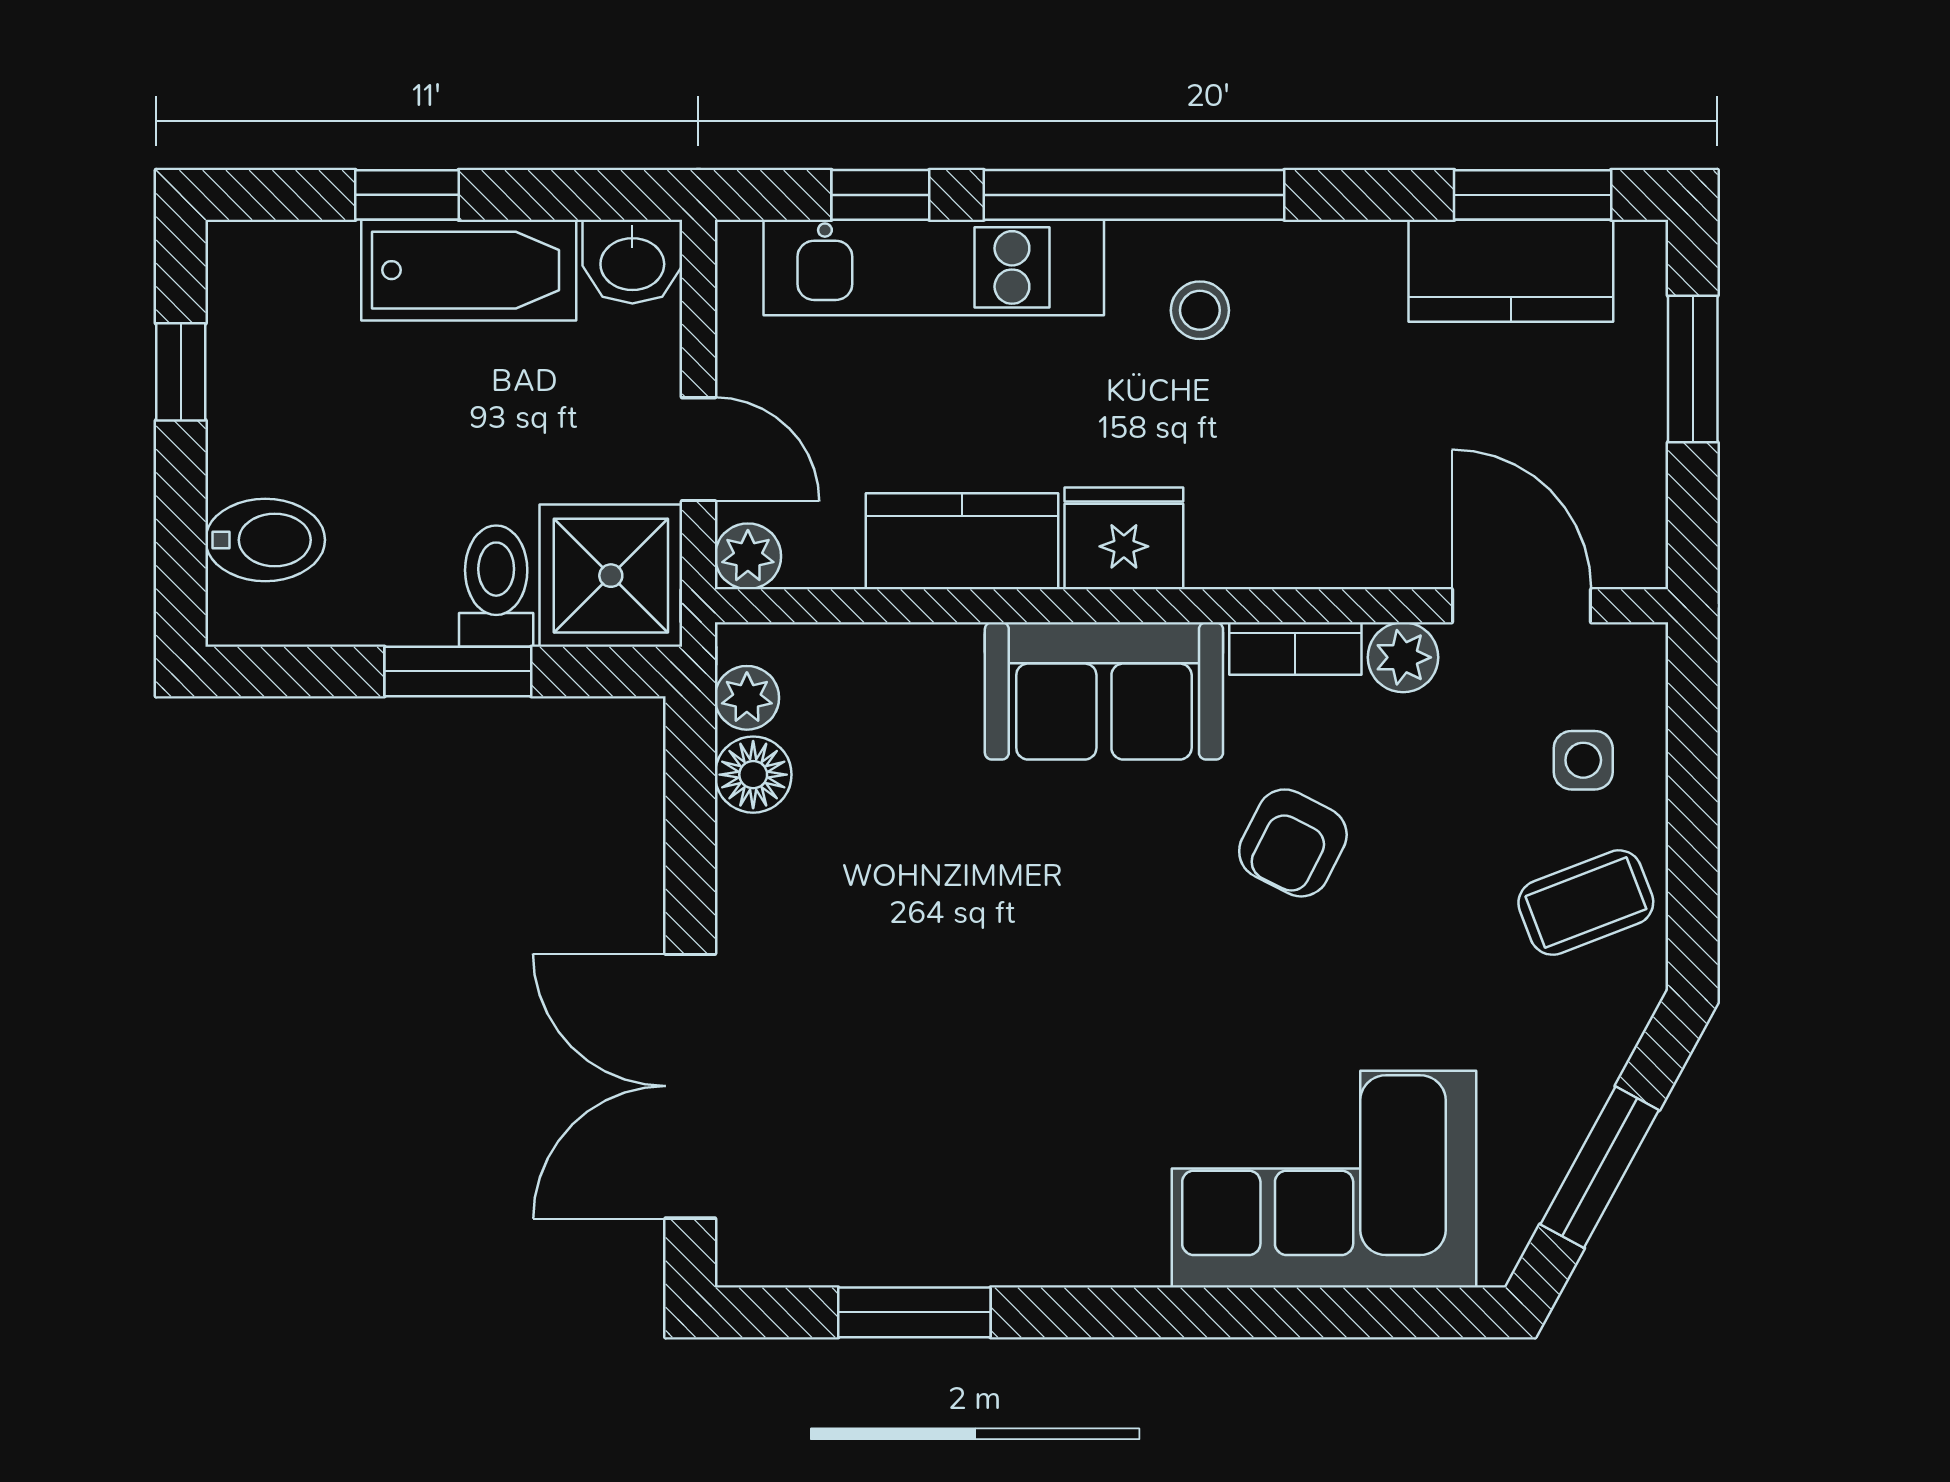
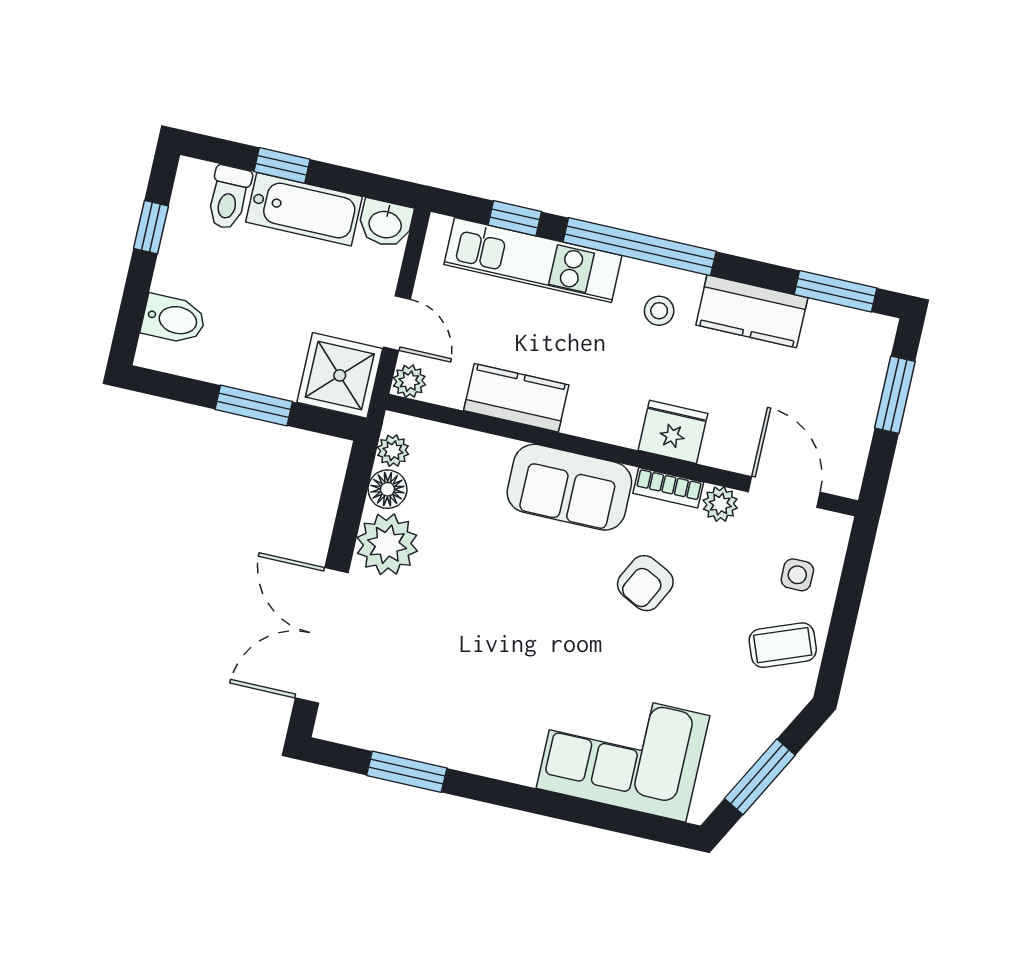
kitchen counter: (1511, 271) -> (752, 311), moved
fridge: (1124, 538) -> (673, 432), moved
toilet: (496, 586) -> (229, 197), moved, turned 180
plant: (777, 881) -> (387, 544), added

